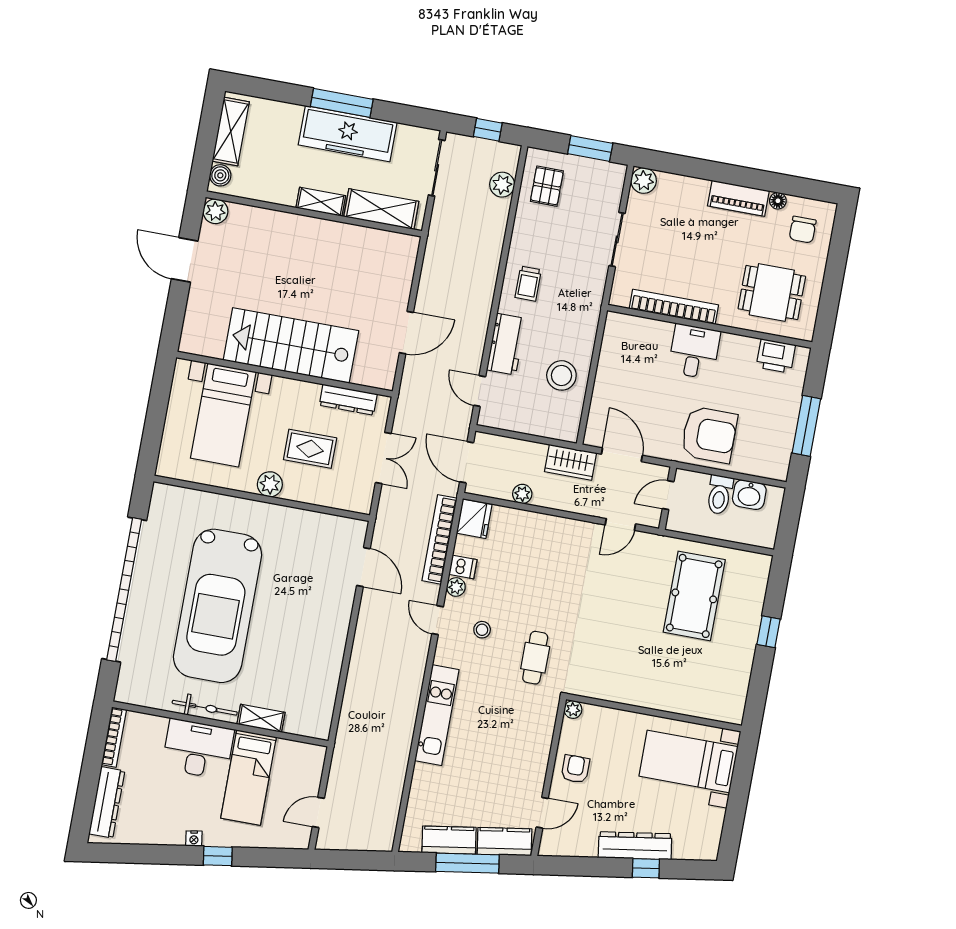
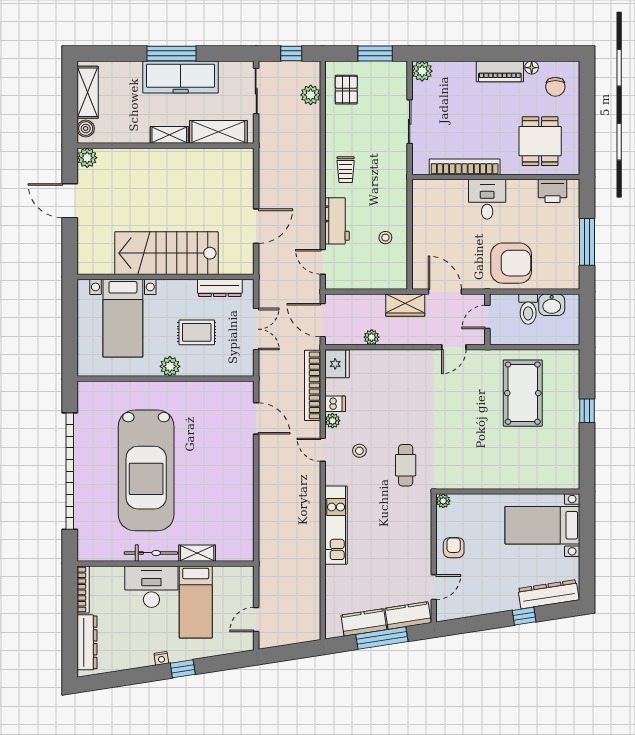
dining table: (772, 293) -> (540, 141), turned 90
stool: (561, 375) -> (385, 238), width x0.53, depth x0.53
dresser: (635, 846) -> (549, 594), moved

